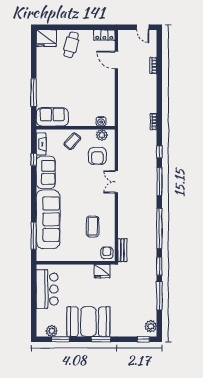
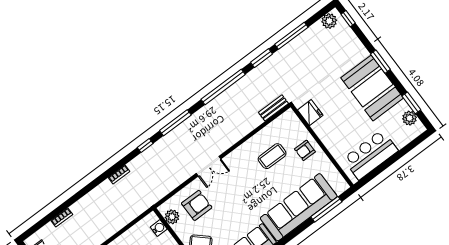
armchair: (107, 253) -> (305, 150), moved

